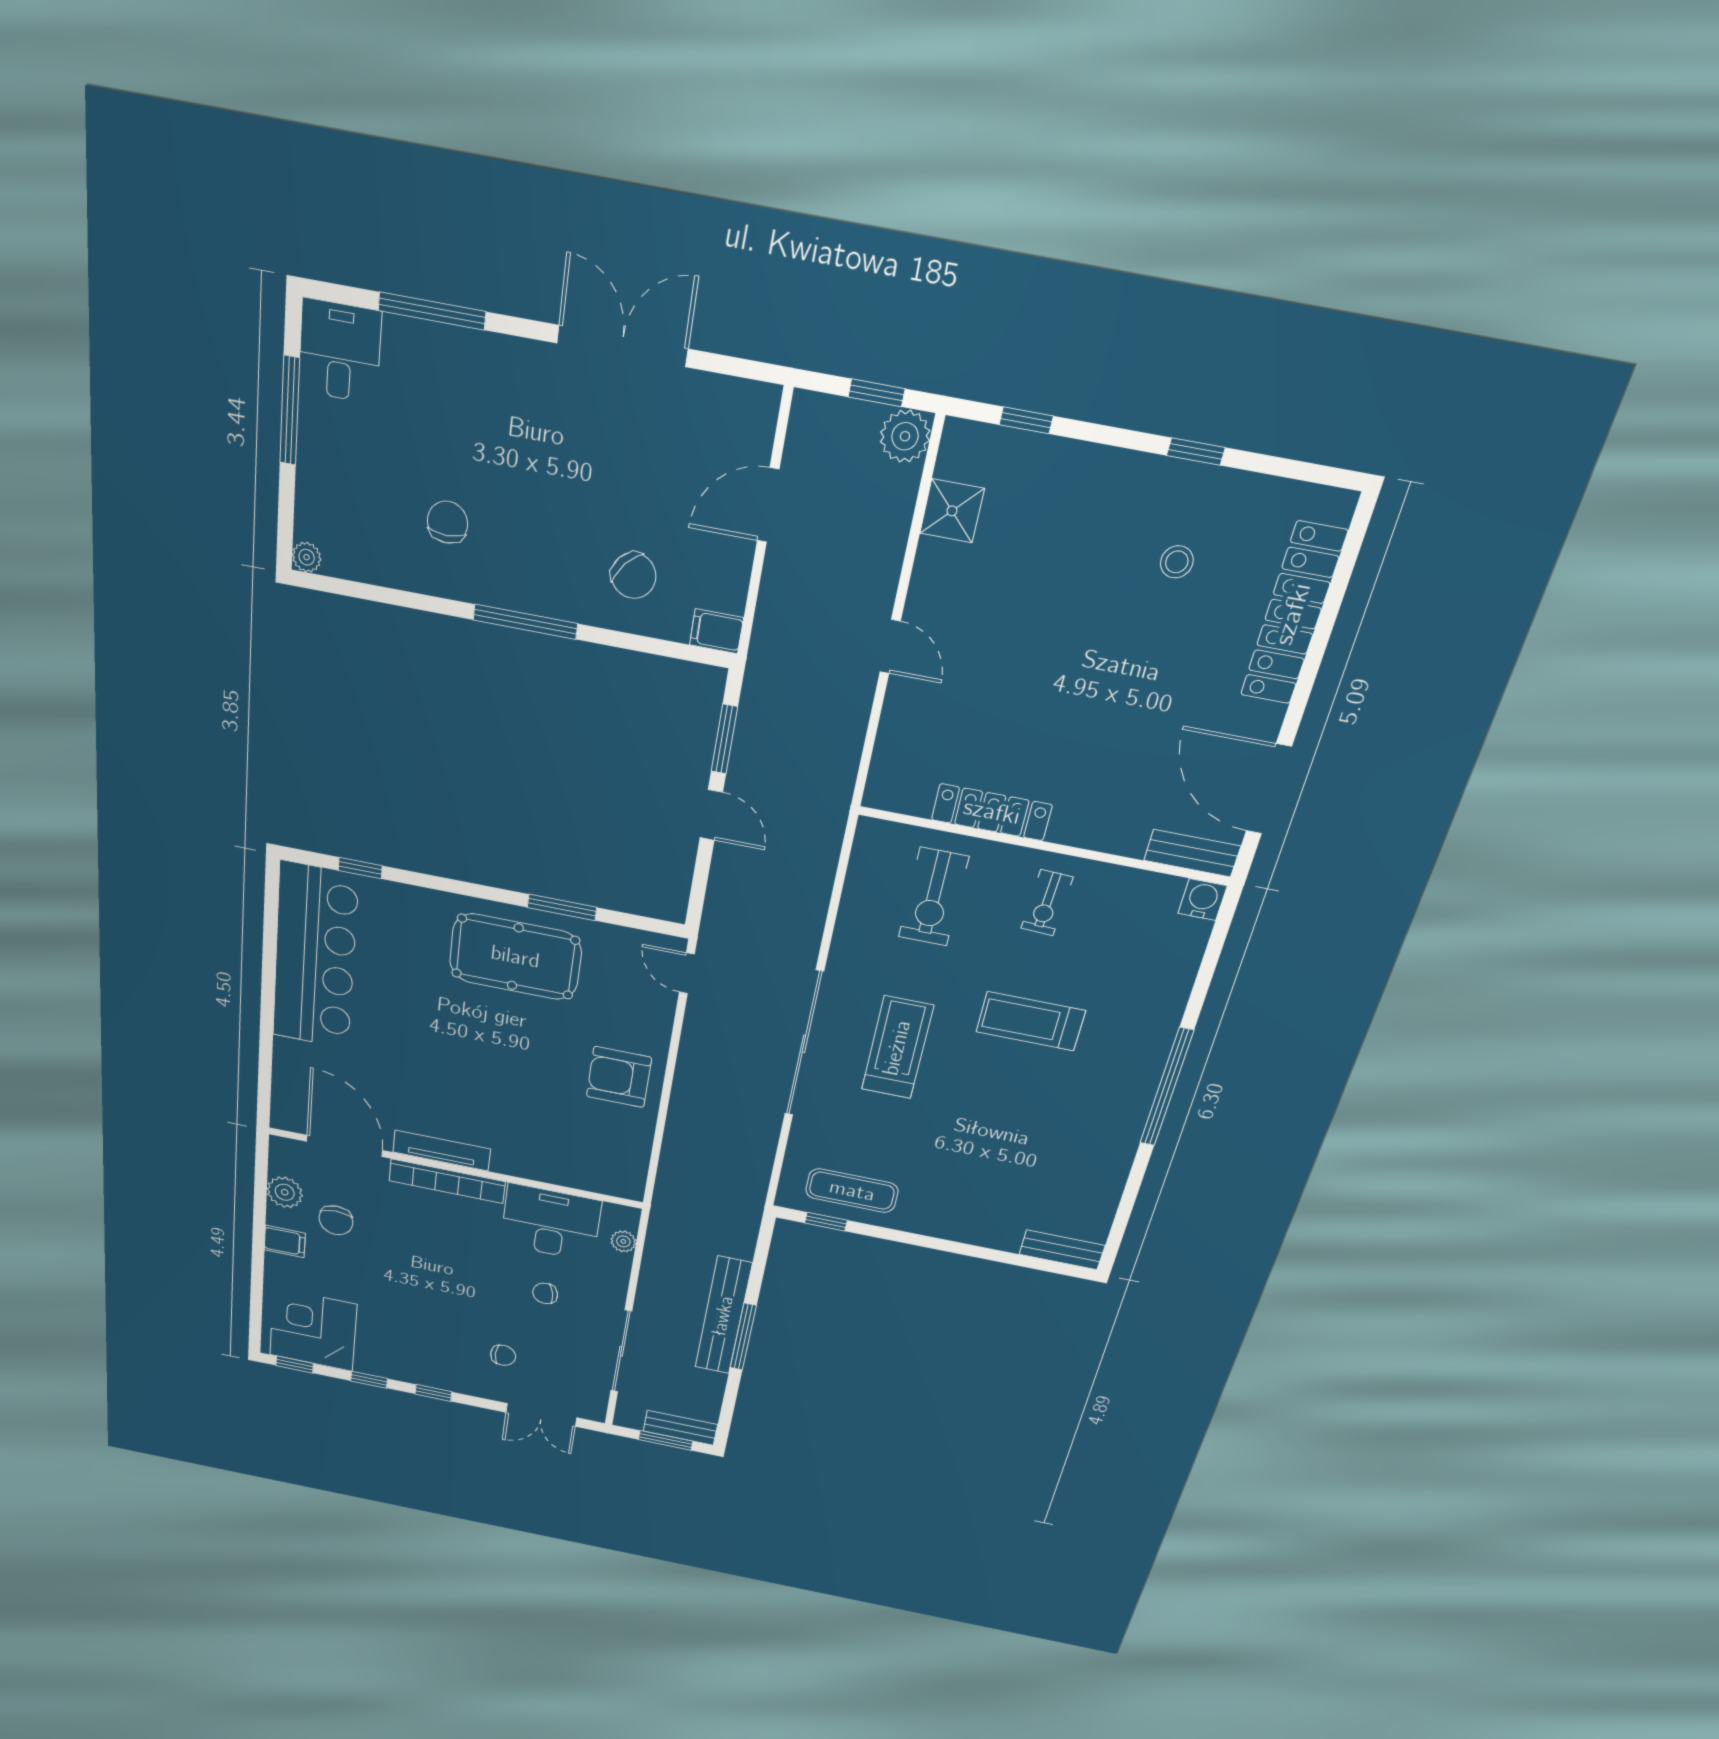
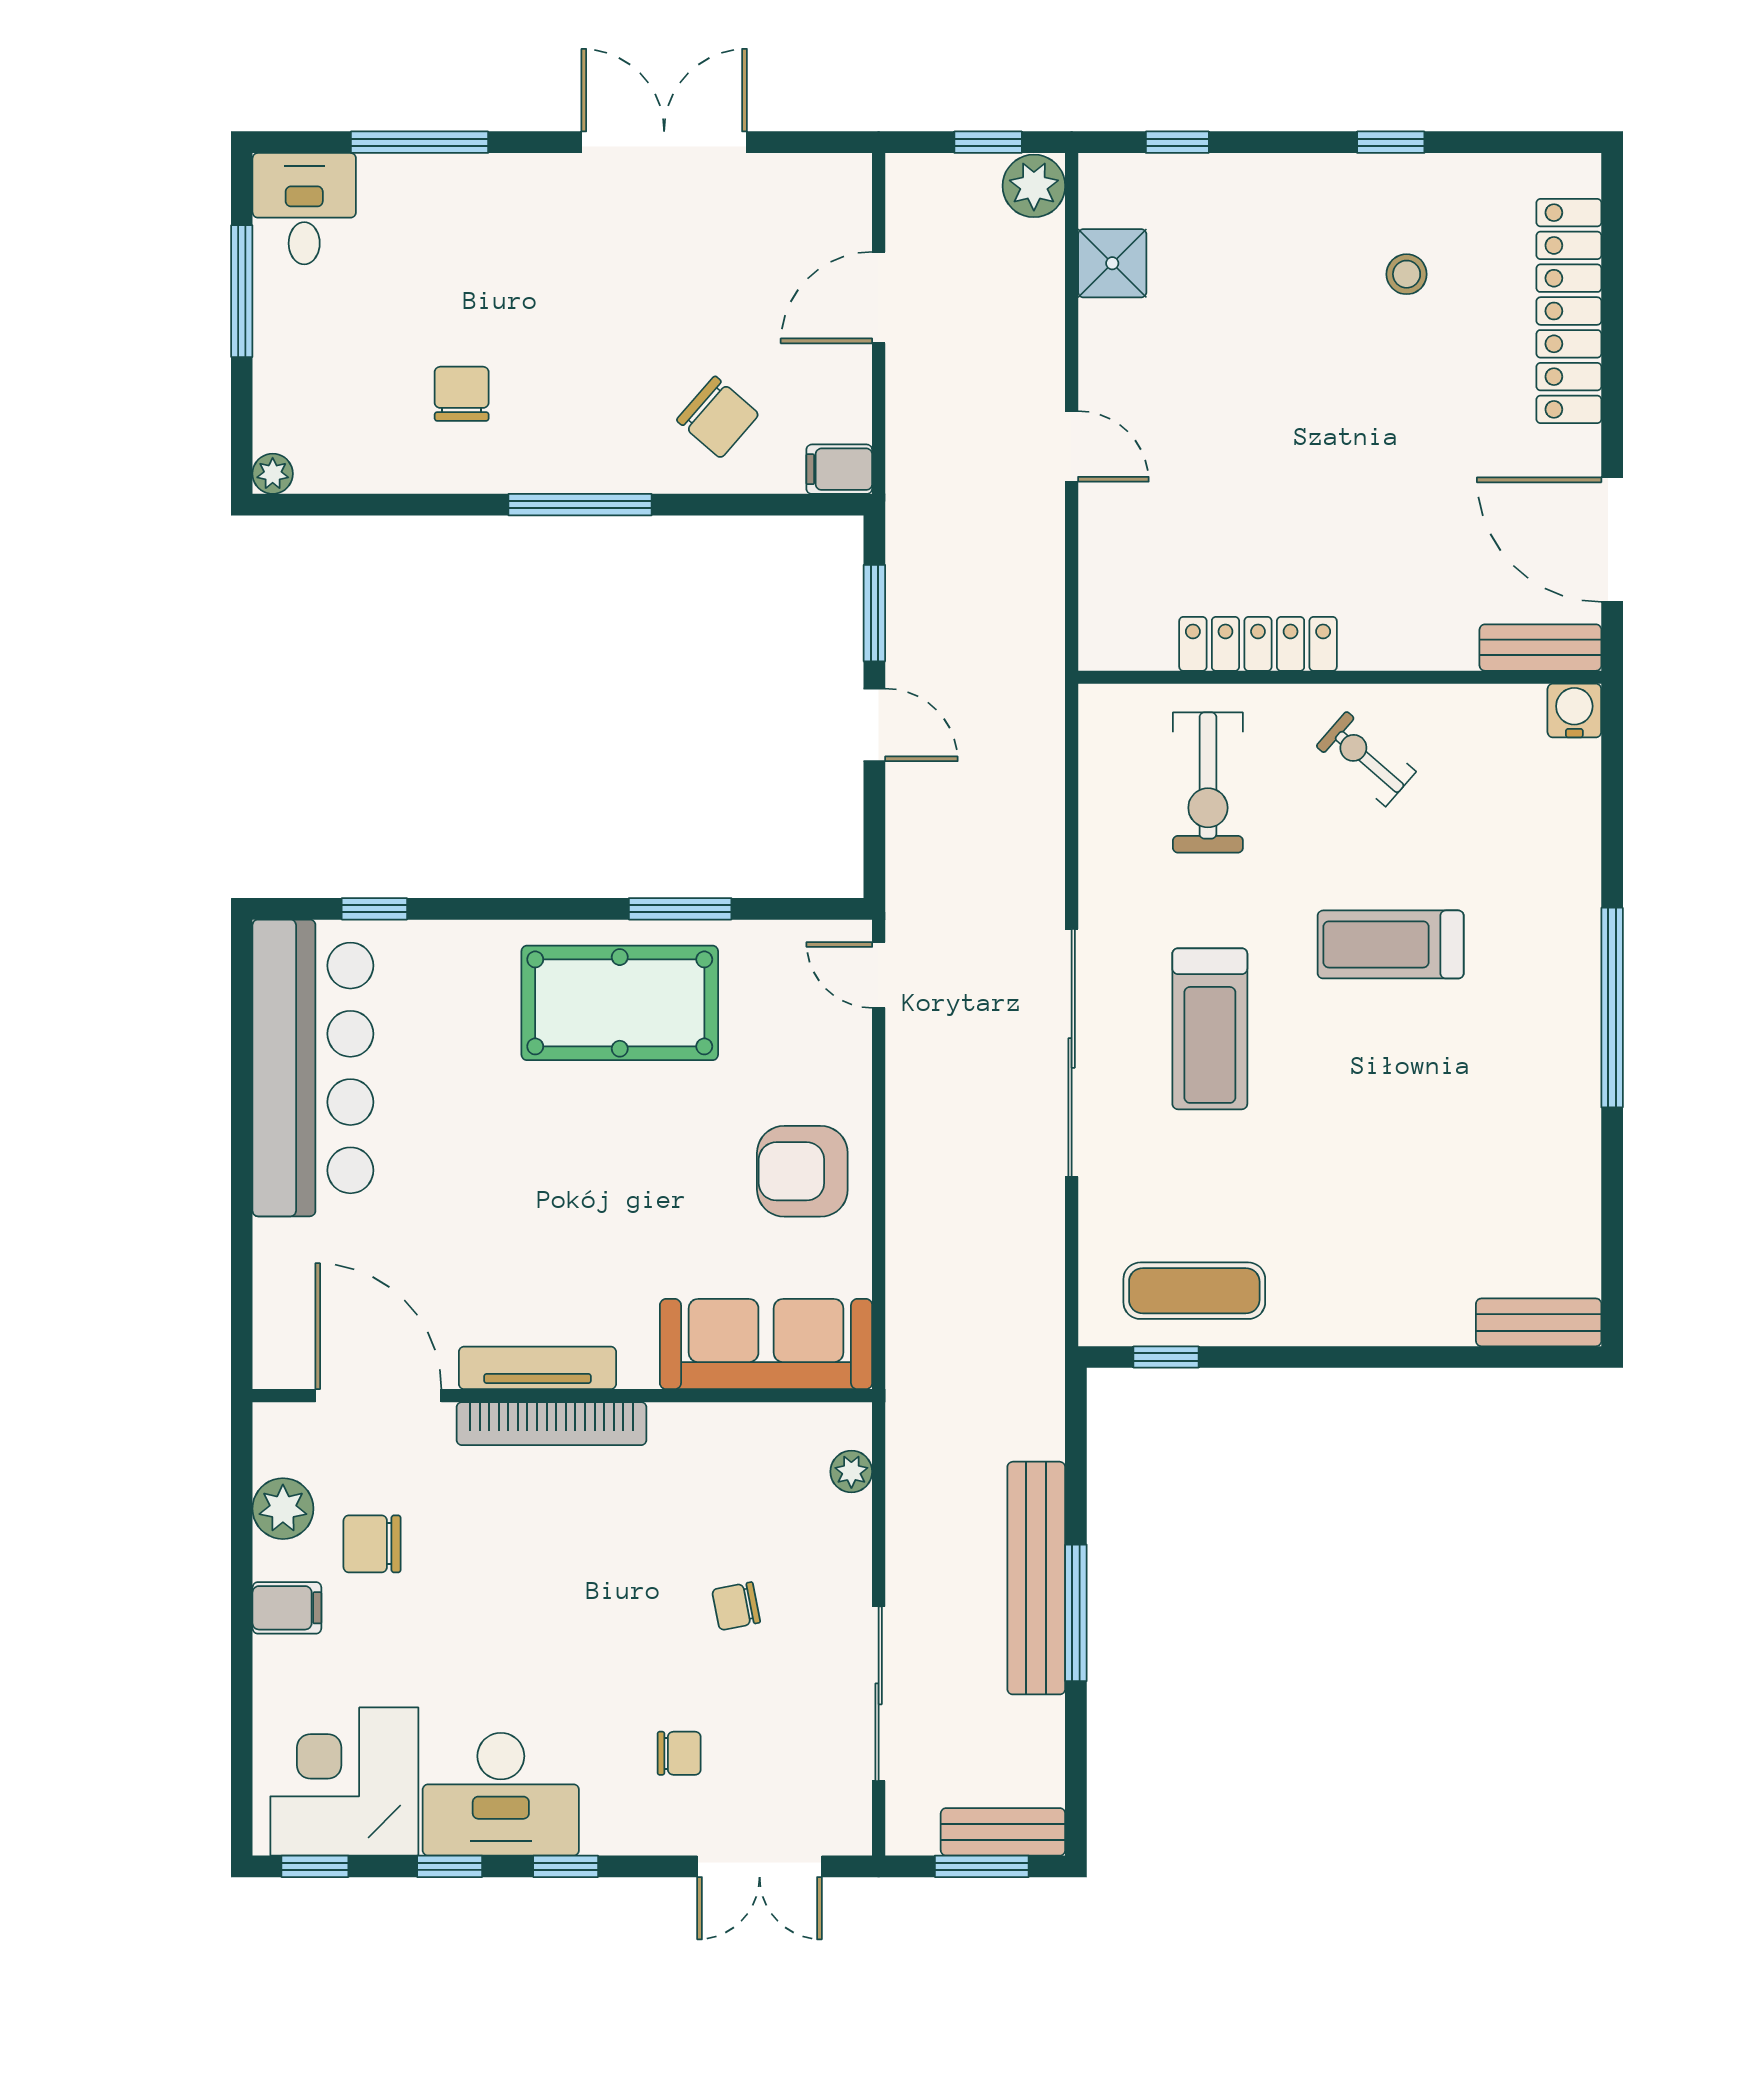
exercise bike: (1047, 903) -> (1366, 759), turned 128
treadmill: (897, 1048) -> (1210, 1029), turned 180
sofa: (582, 1166) -> (766, 1344), added
chair: (336, 1220) -> (372, 1544), turned 90
desk: (551, 1223) -> (501, 1794), moved, turned 180

